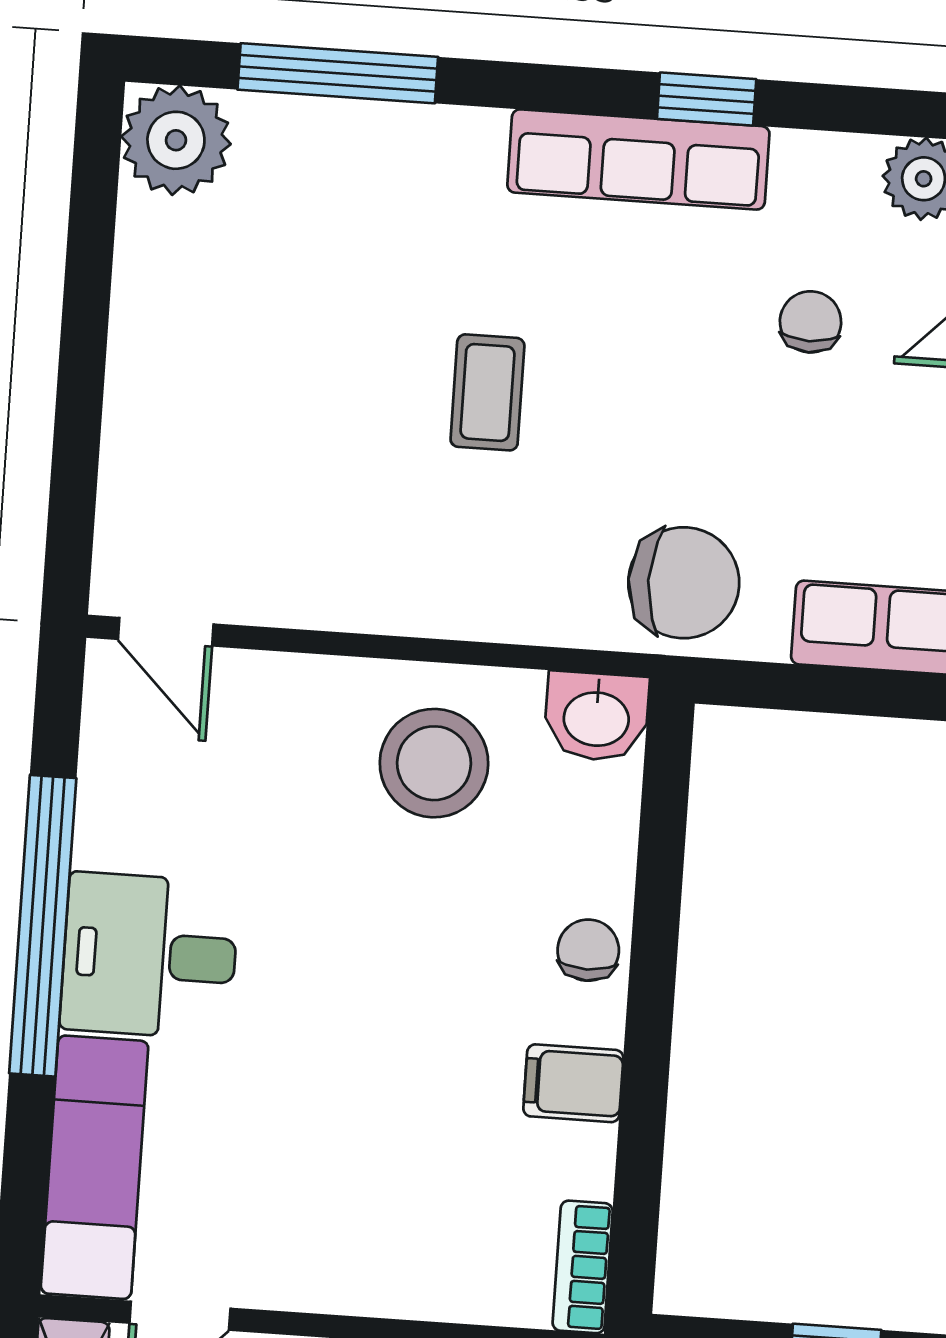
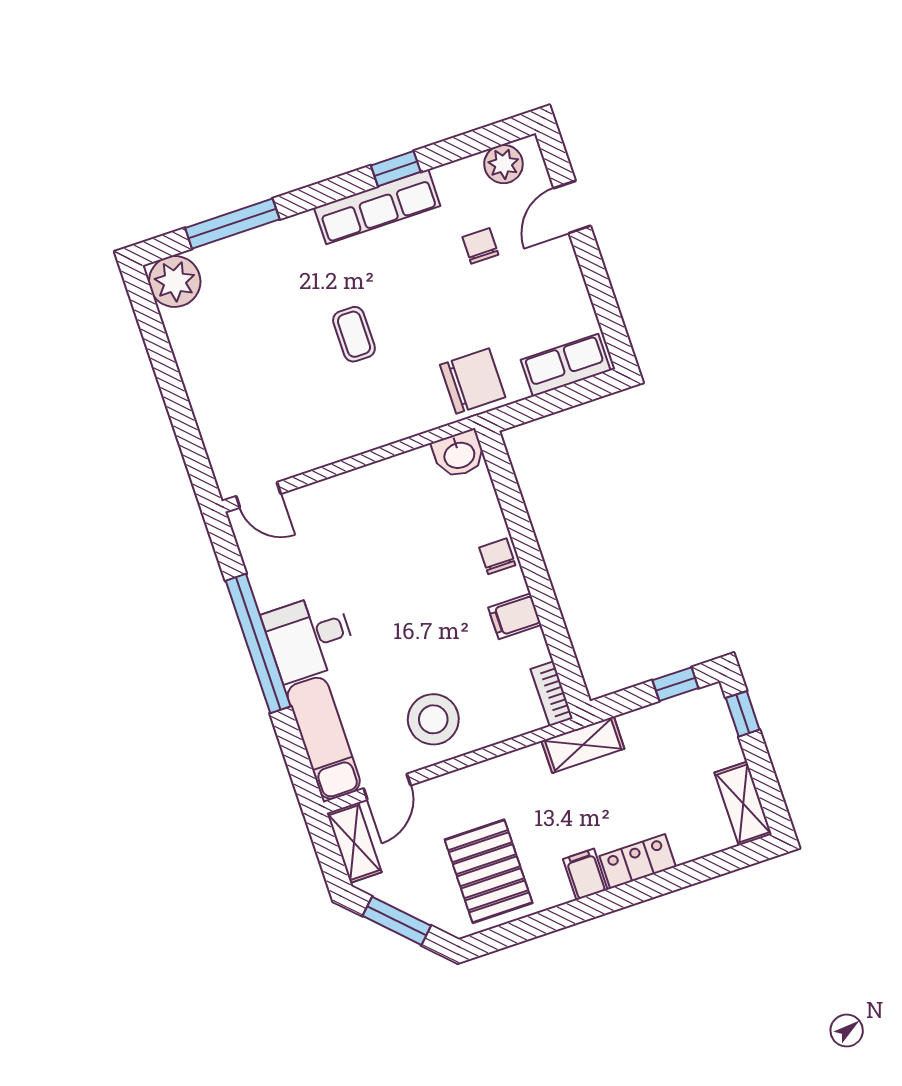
stool: (434, 763) -> (433, 719), moved

